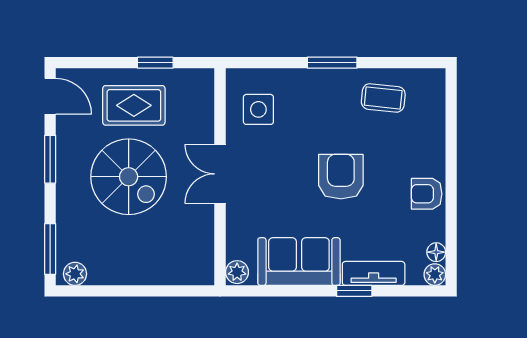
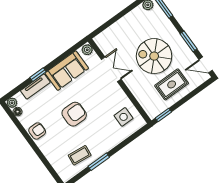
window: (155, 63) -> (163, 115), moved
window: (332, 63) -> (99, 162), moved
double door: (220, 174) -> (111, 69), moved
armchair: (341, 177) -> (74, 114), turned -90

